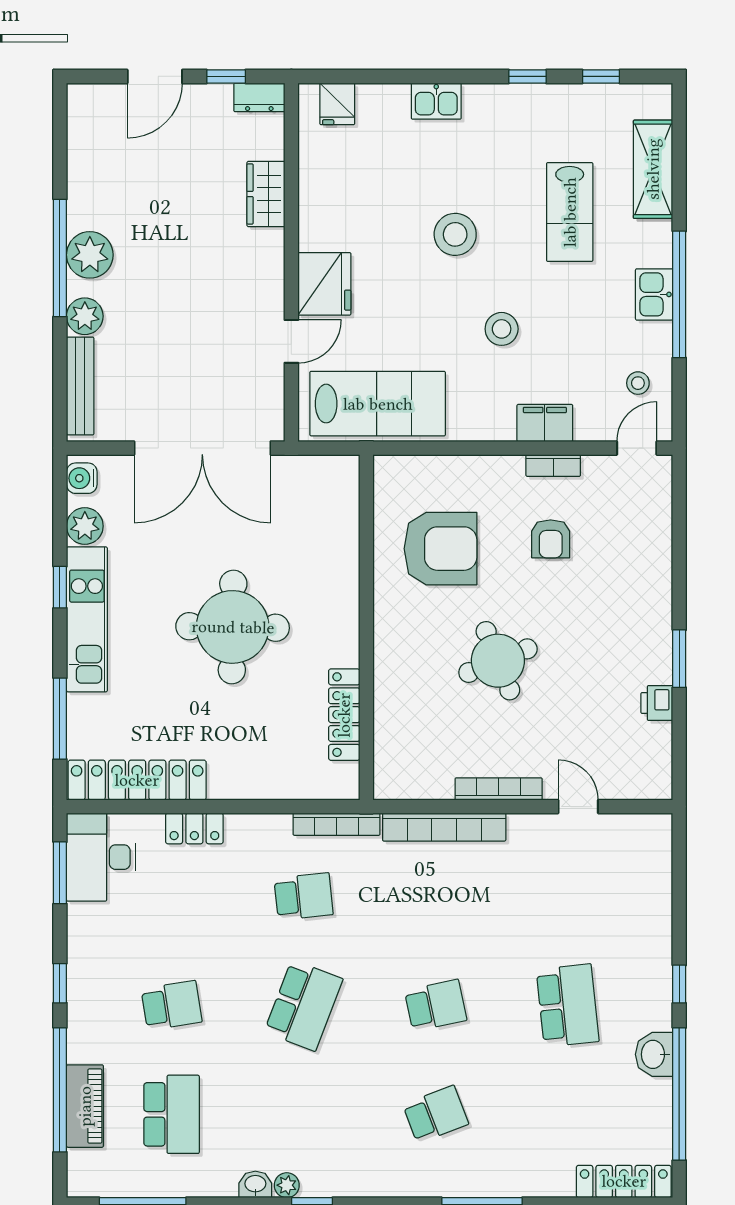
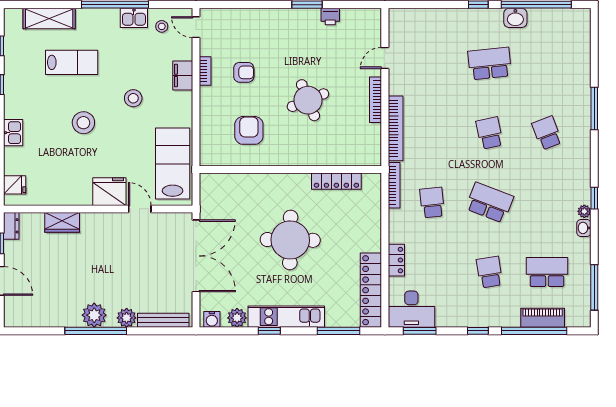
kitchen sink: (654, 294) -> (134, 18), moved
armchair: (441, 549) -> (249, 130), width x0.73, depth x0.73
locker: (624, 1181) -> (582, 34), removed

